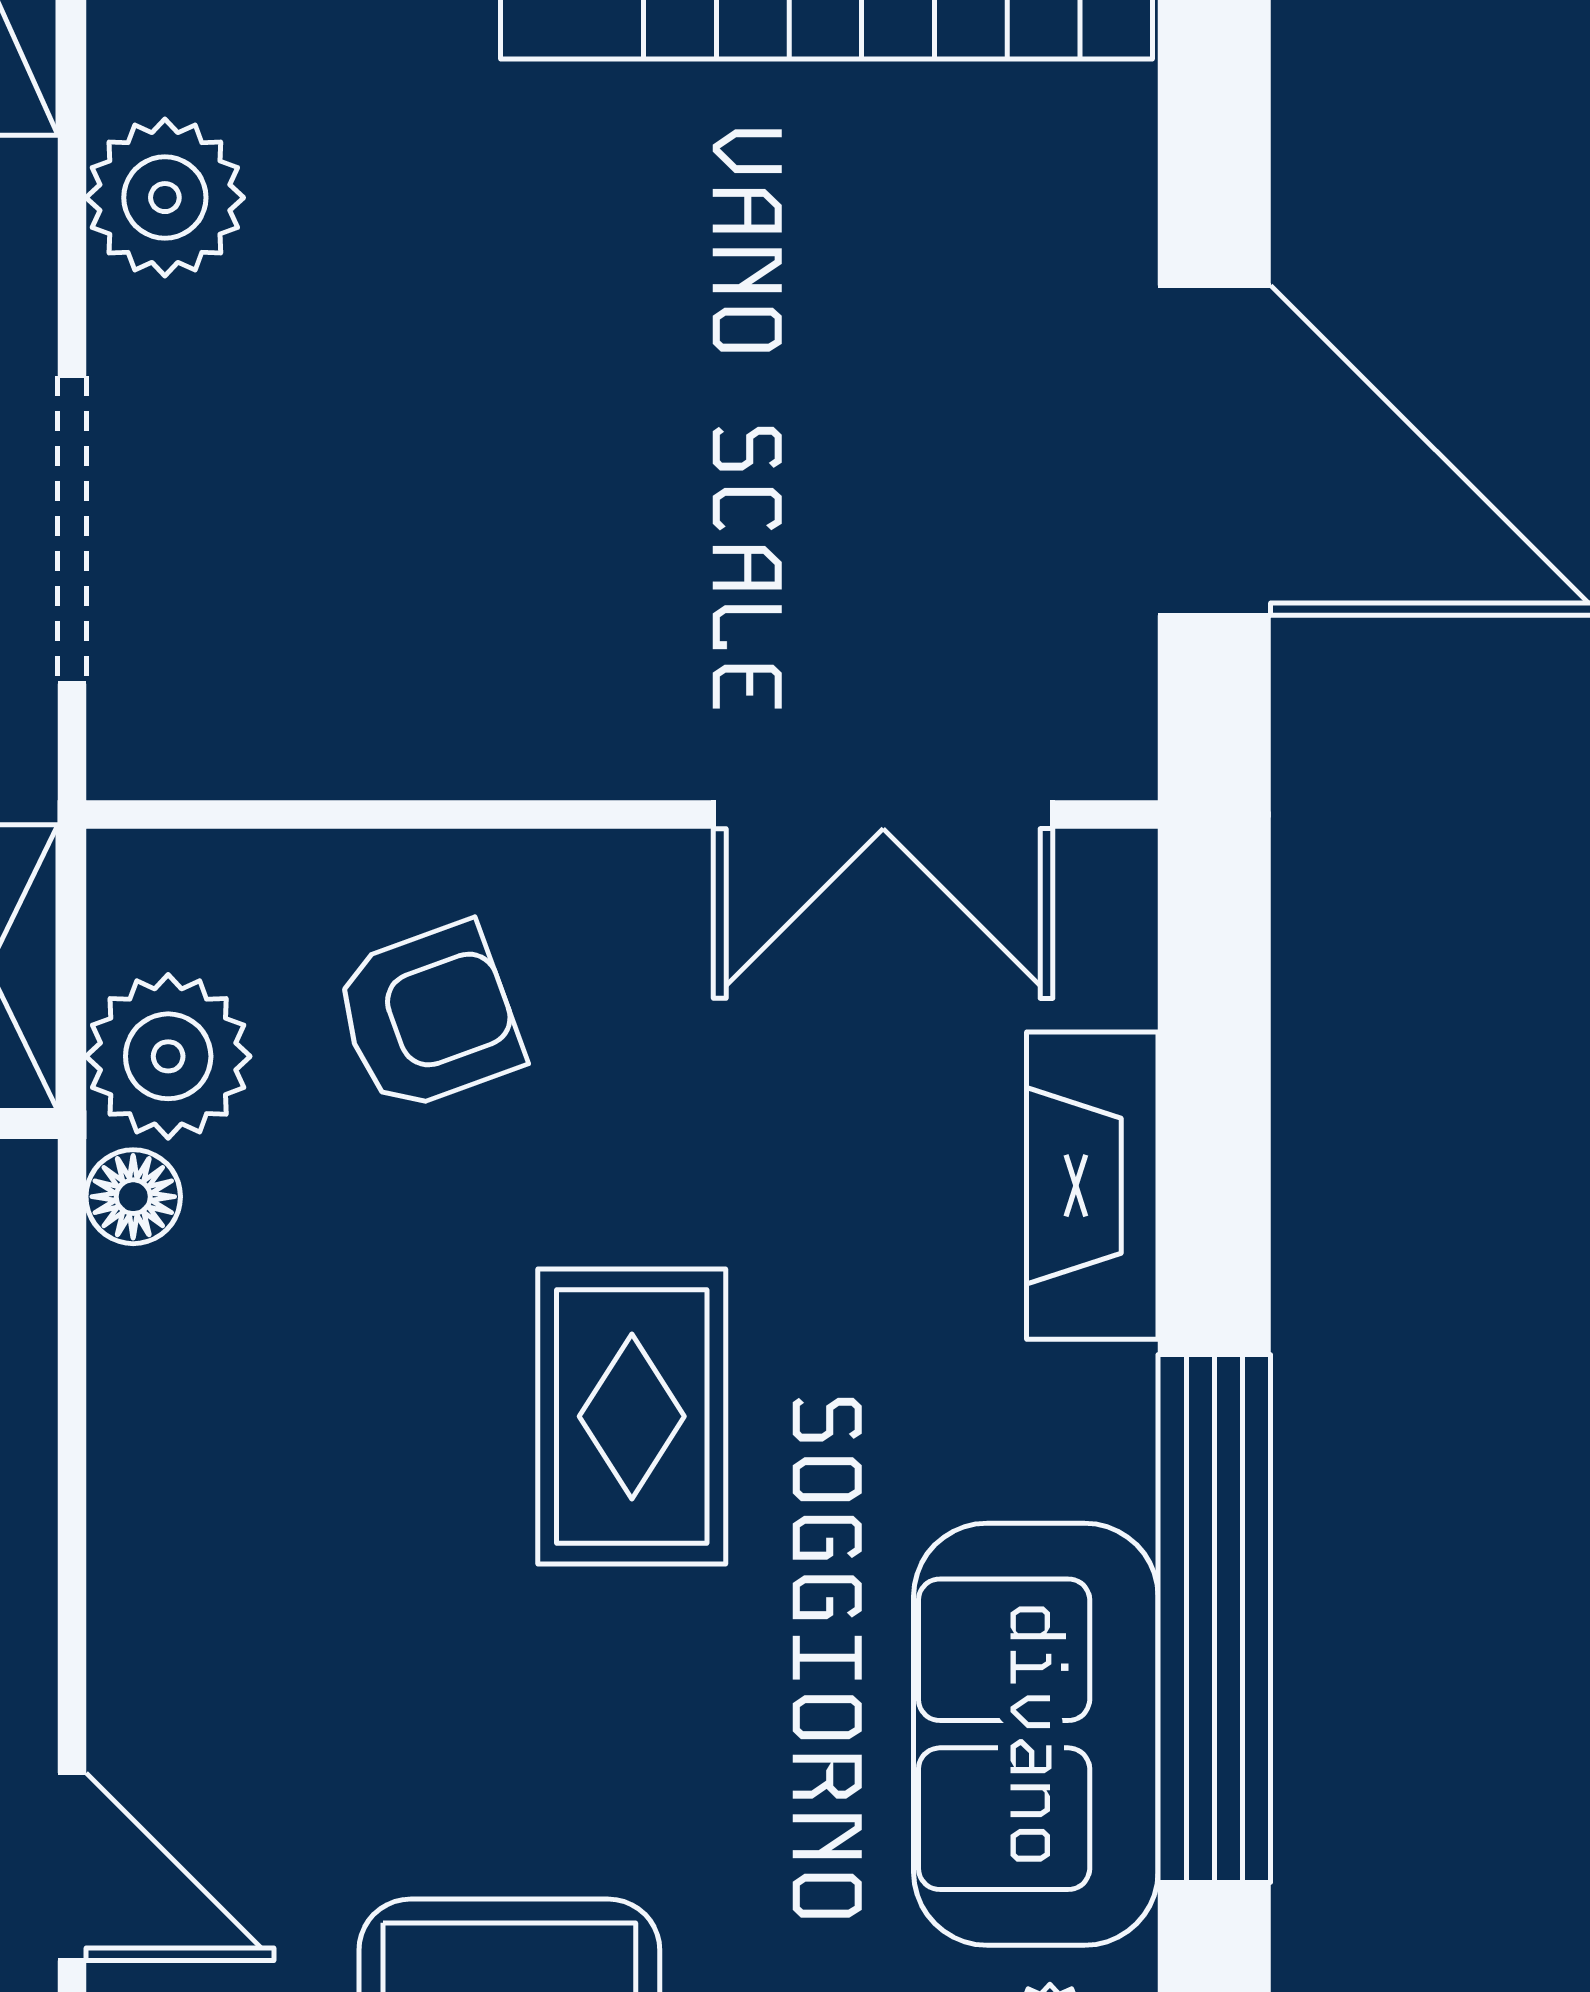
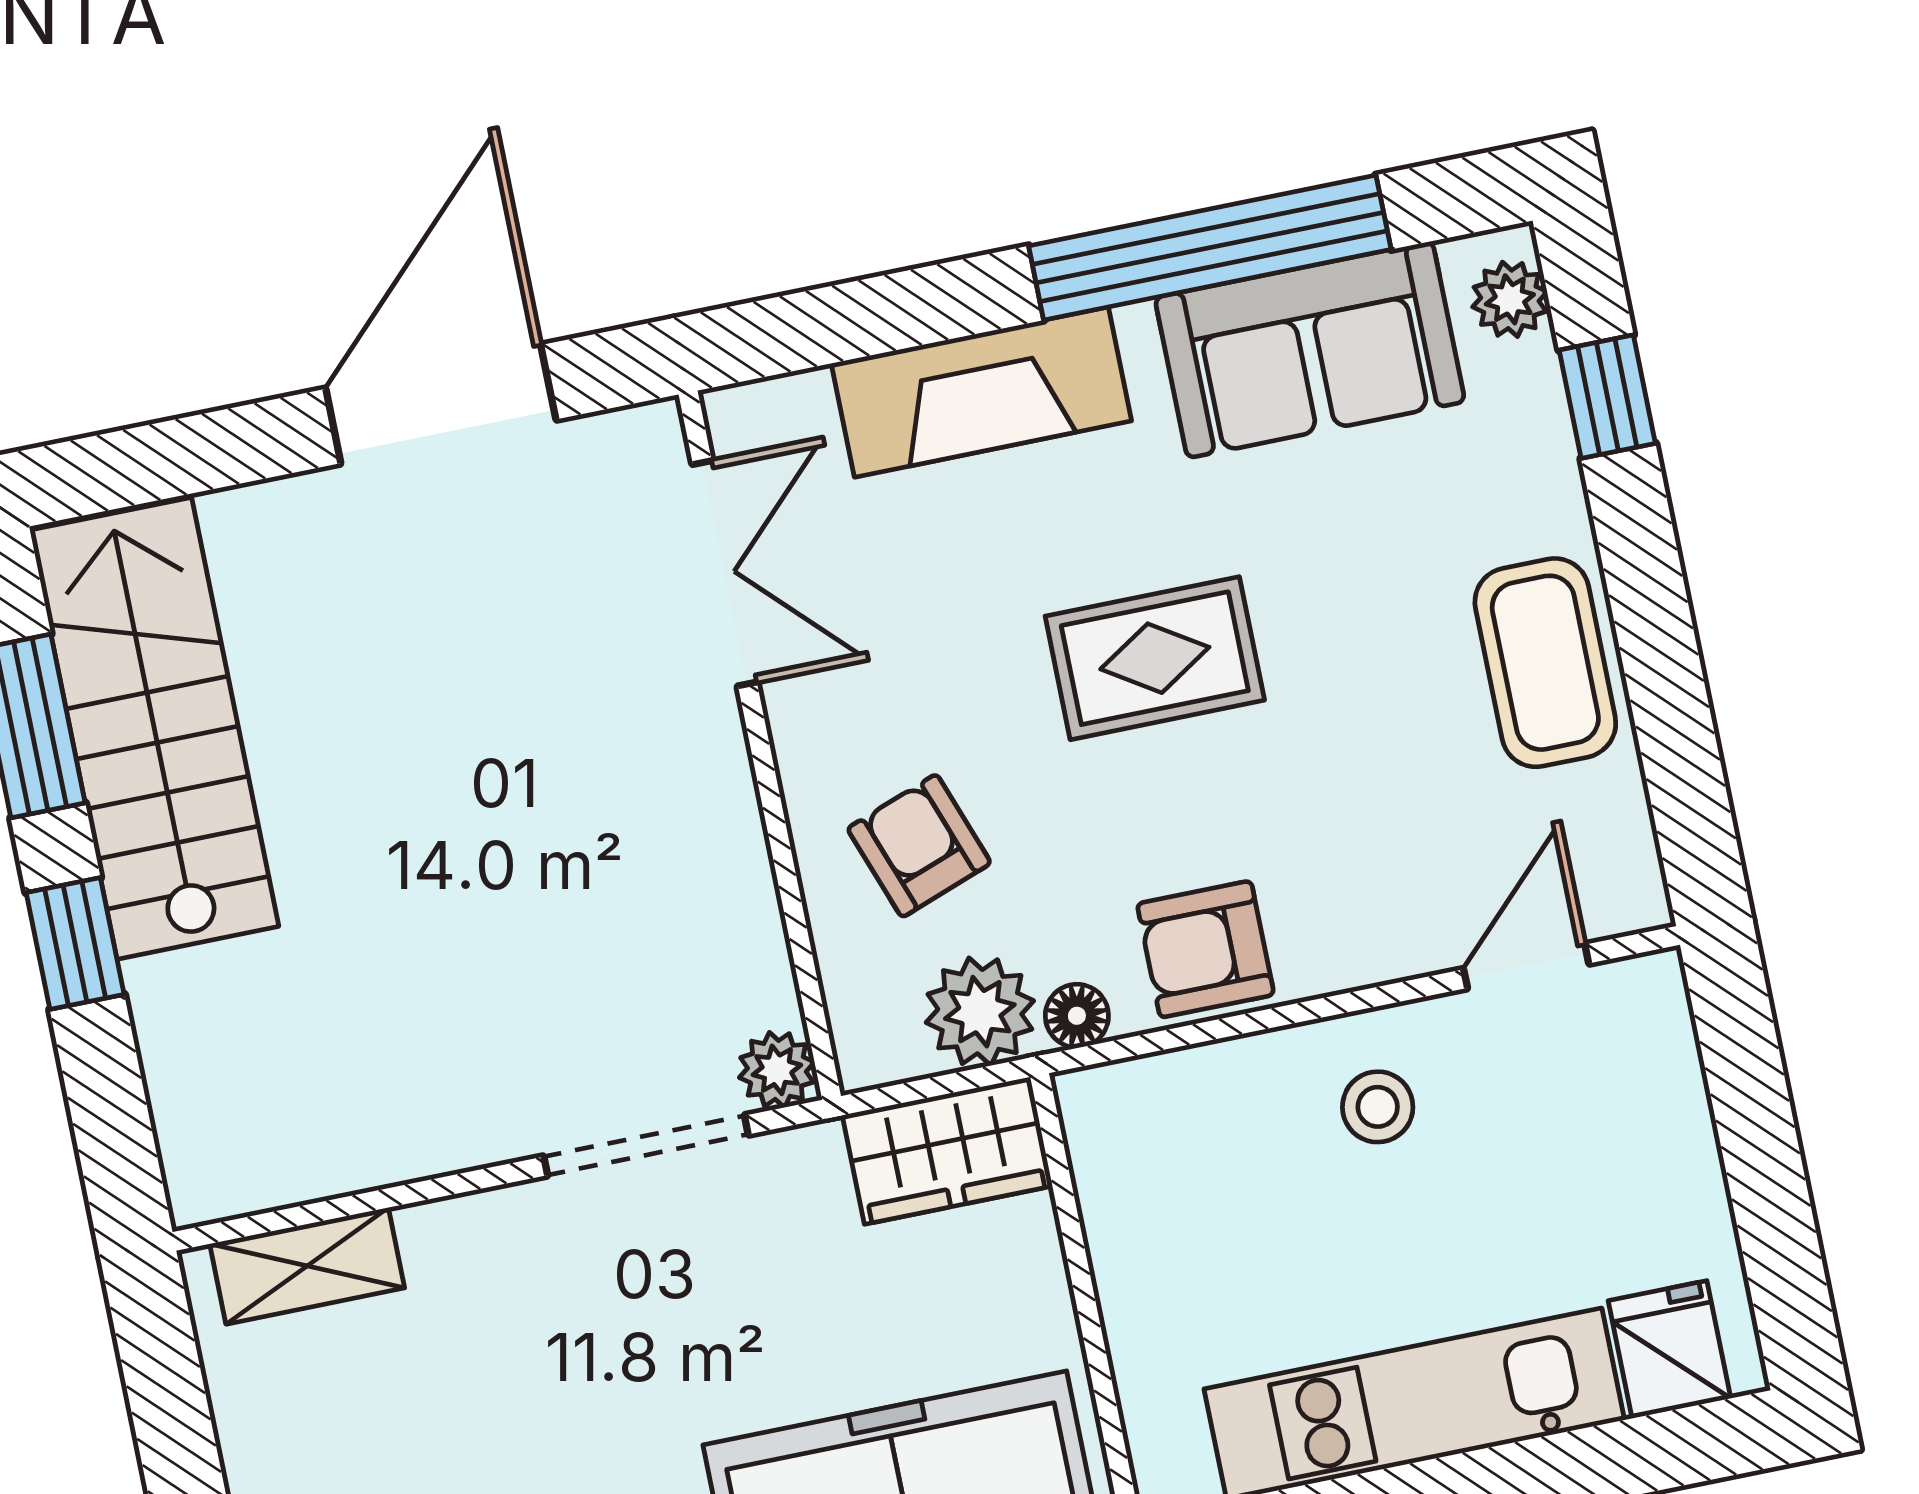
plant: (165, 198) -> (777, 1070), moved, width x0.73, depth x0.73
fireplace: (1092, 1186) -> (981, 392), width x1.37, depth x1.32
armchair: (192, 1404) -> (1206, 949), added

